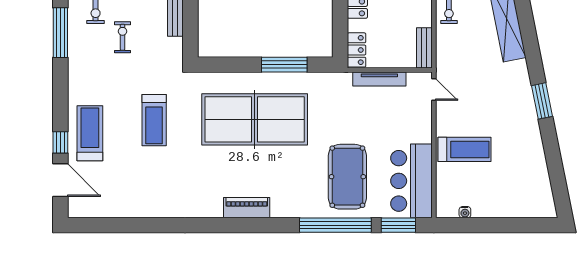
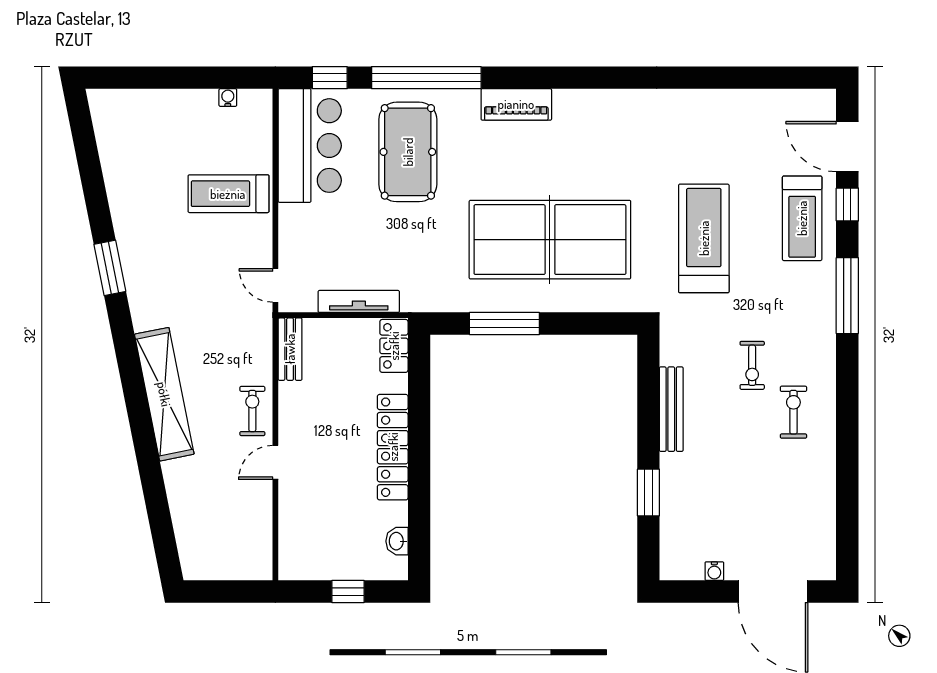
window: (60, 33) -> (847, 296), moved
treadmill: (154, 120) -> (704, 238), width x1.37, depth x1.38
piano: (247, 208) -> (516, 104), moved
window: (398, 225) -> (330, 78), width x0.67

